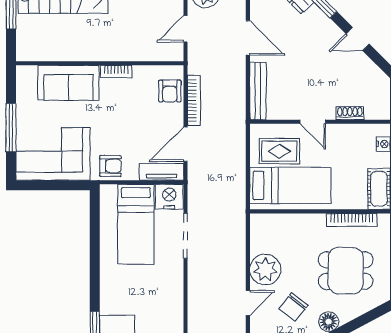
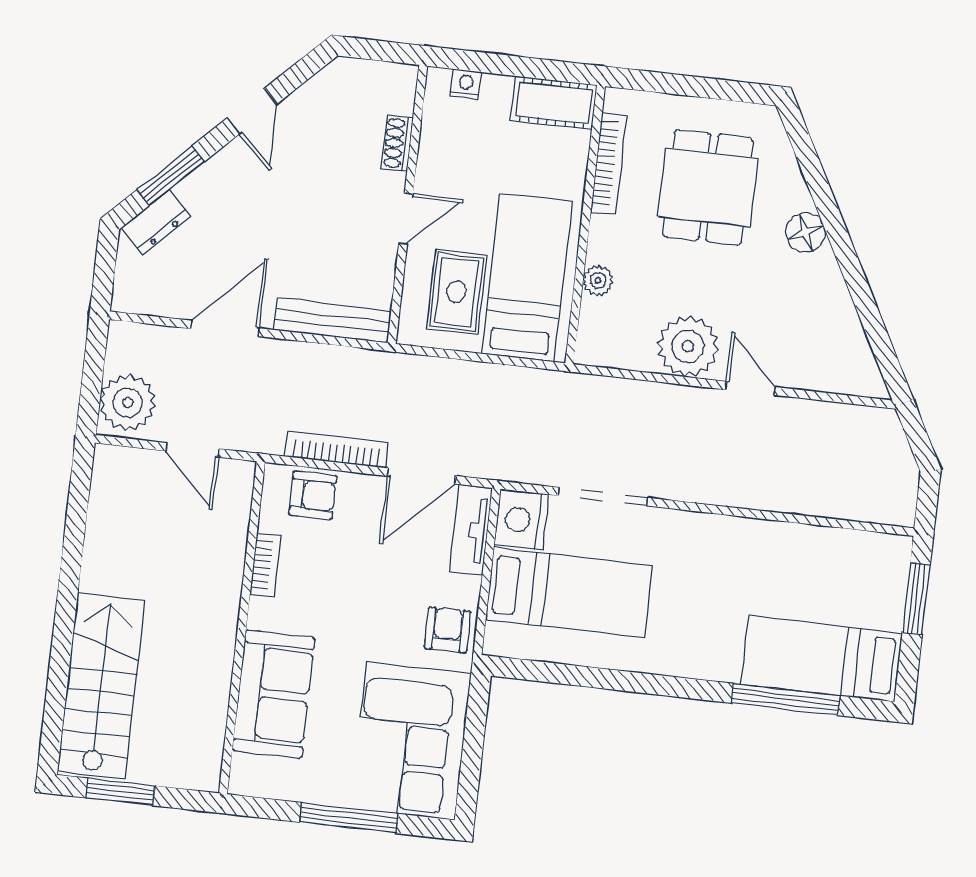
bookcase: (116, 71) -> (265, 565), moved
door: (186, 144) -> (421, 476), hinge flipped
plant: (293, 221) -> (598, 280), added
chair: (294, 307) -> (769, 299), removed

